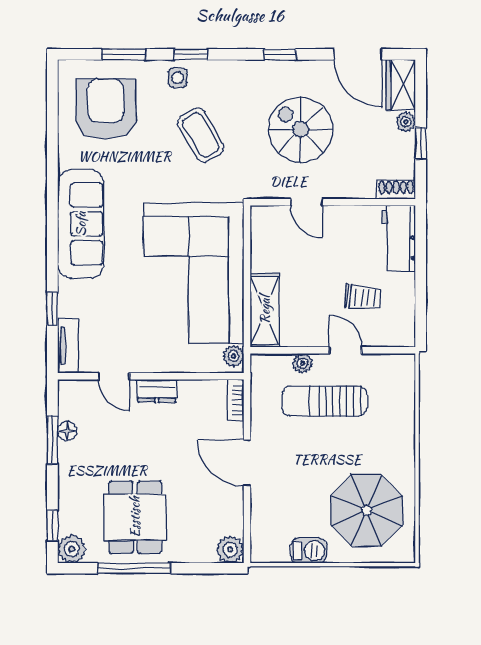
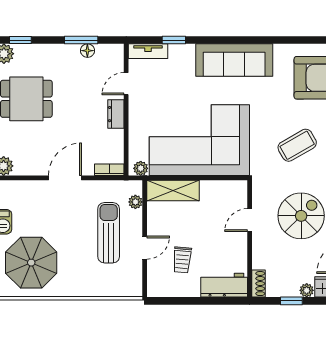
plant: (303, 363) -> (135, 202), moved

